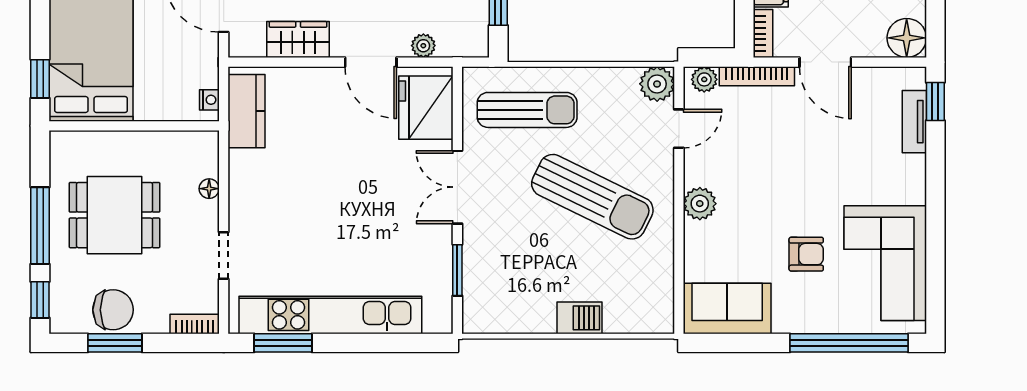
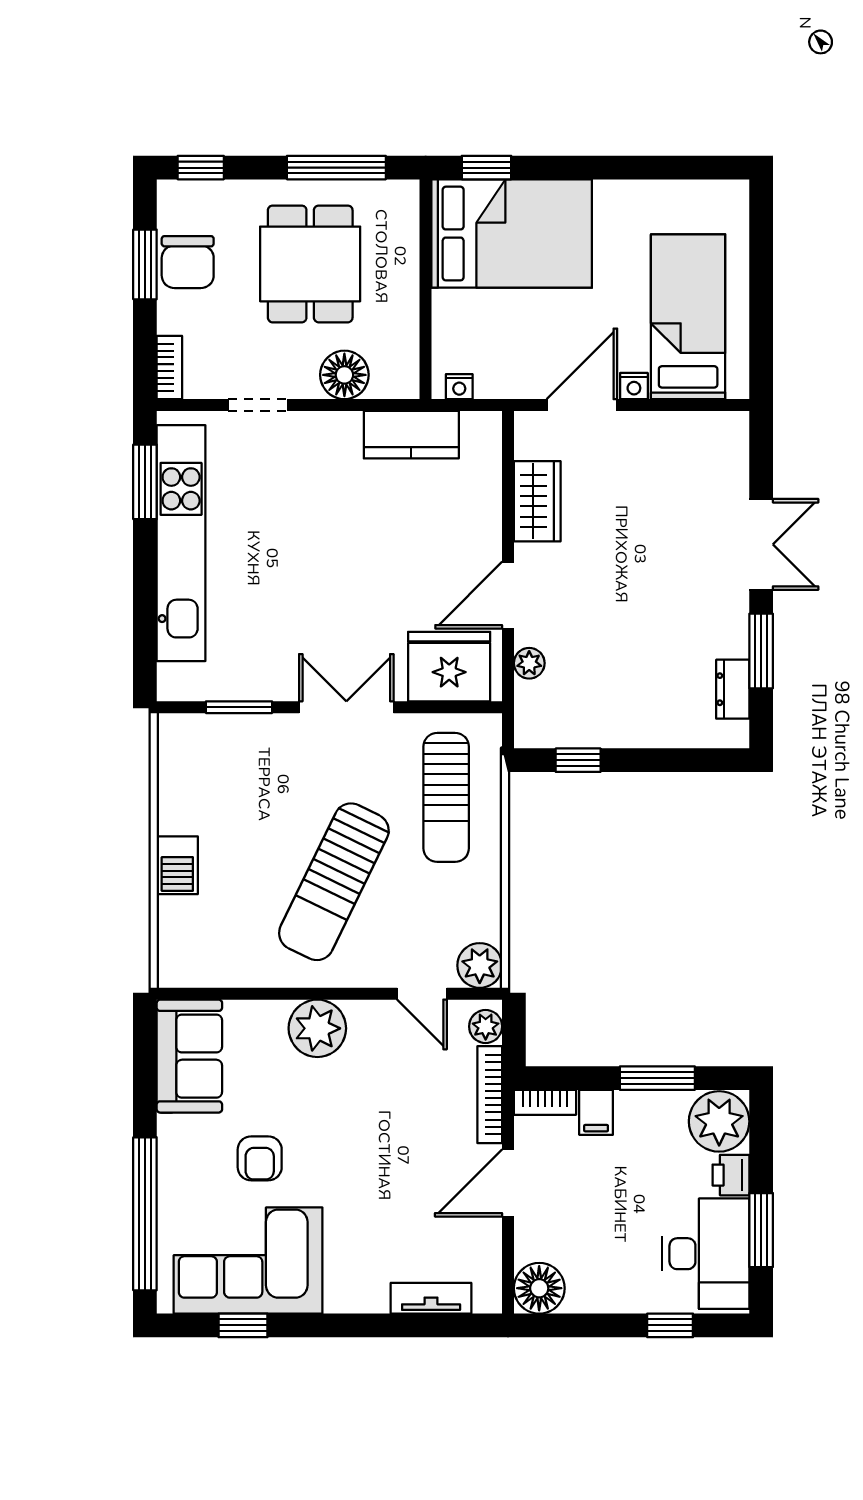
window: (935, 102) -> (243, 1325), moved
kitchen counter: (247, 111) -> (411, 435), moved
floor lamp: (209, 189) -> (344, 375), width x1.89, depth x1.89
plant: (700, 204) -> (317, 1028), width x1.36, depth x1.36
window: (40, 226) -> (336, 168), moved

